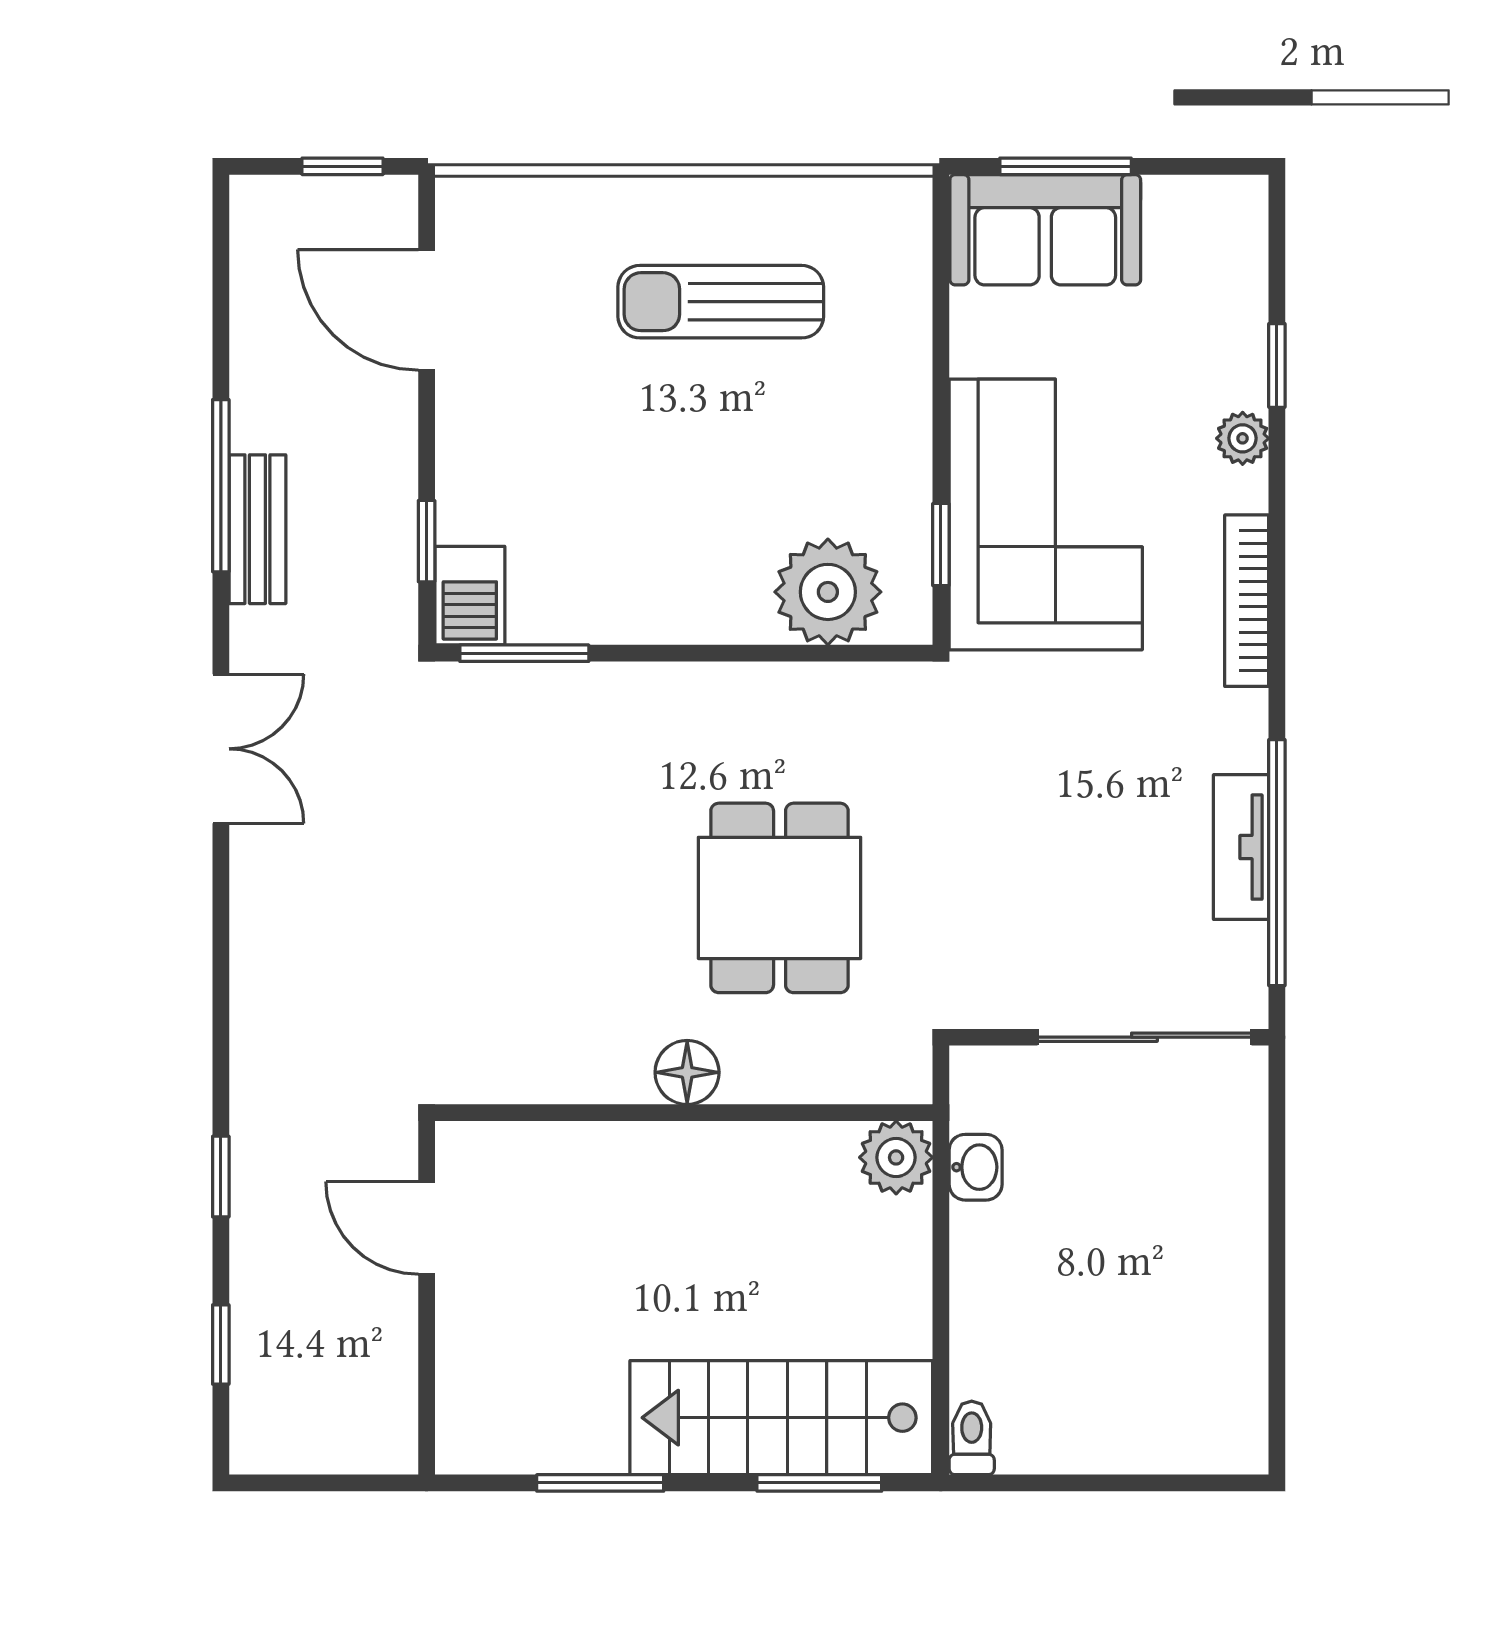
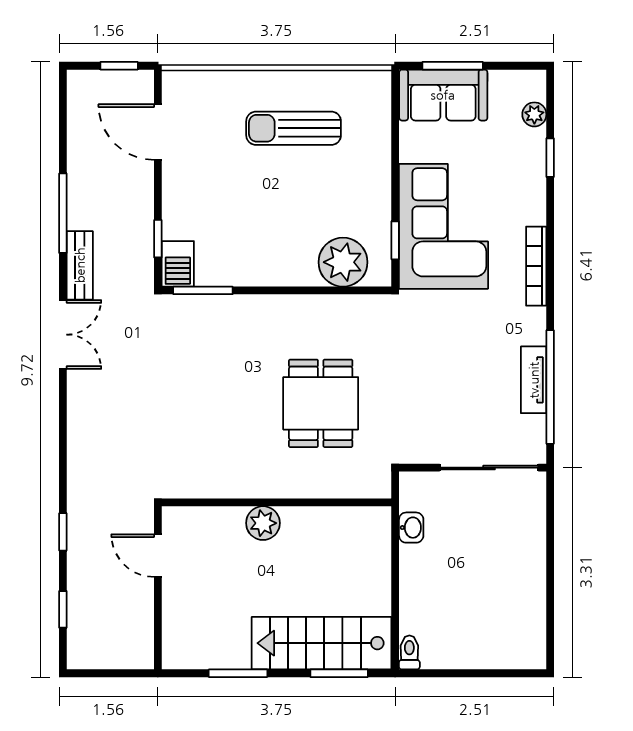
plant: (1243, 438) -> (534, 114), moved
bench: (257, 529) -> (80, 265), moved
floor lamp: (687, 1072) -> (278, 484), removed
plant: (896, 1157) -> (263, 523), moved

